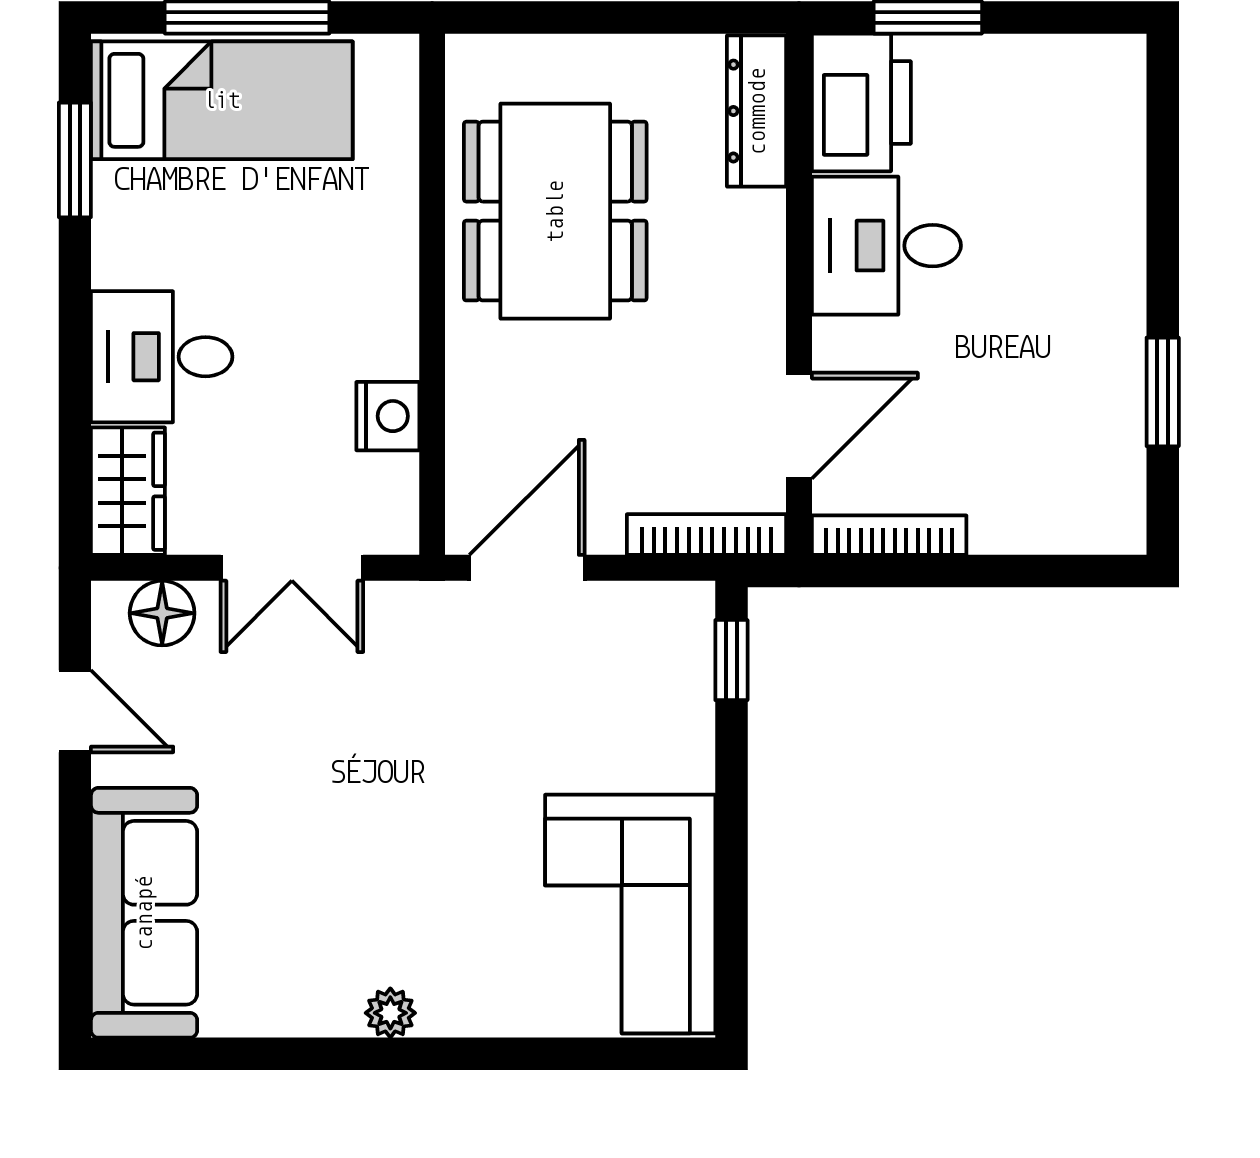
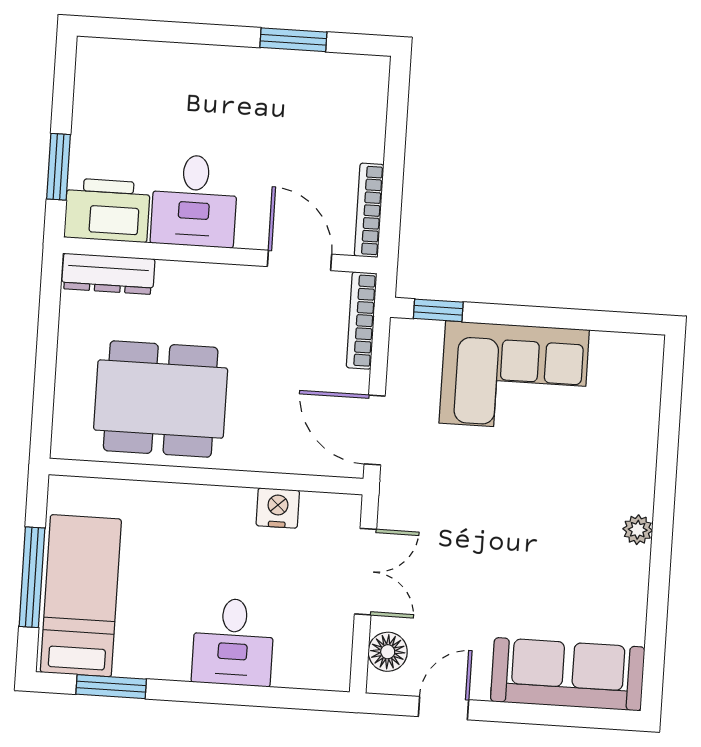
wardrobe: (128, 491) -> (313, 668), removed
corner sofa: (630, 914) -> (514, 376), moved

